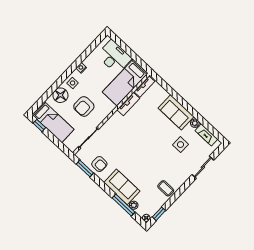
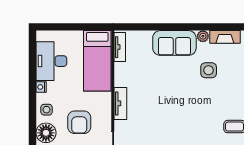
desk: (114, 57) -> (51, 61), moved, turned -90
tv unit: (128, 104) -> (120, 103), moved

